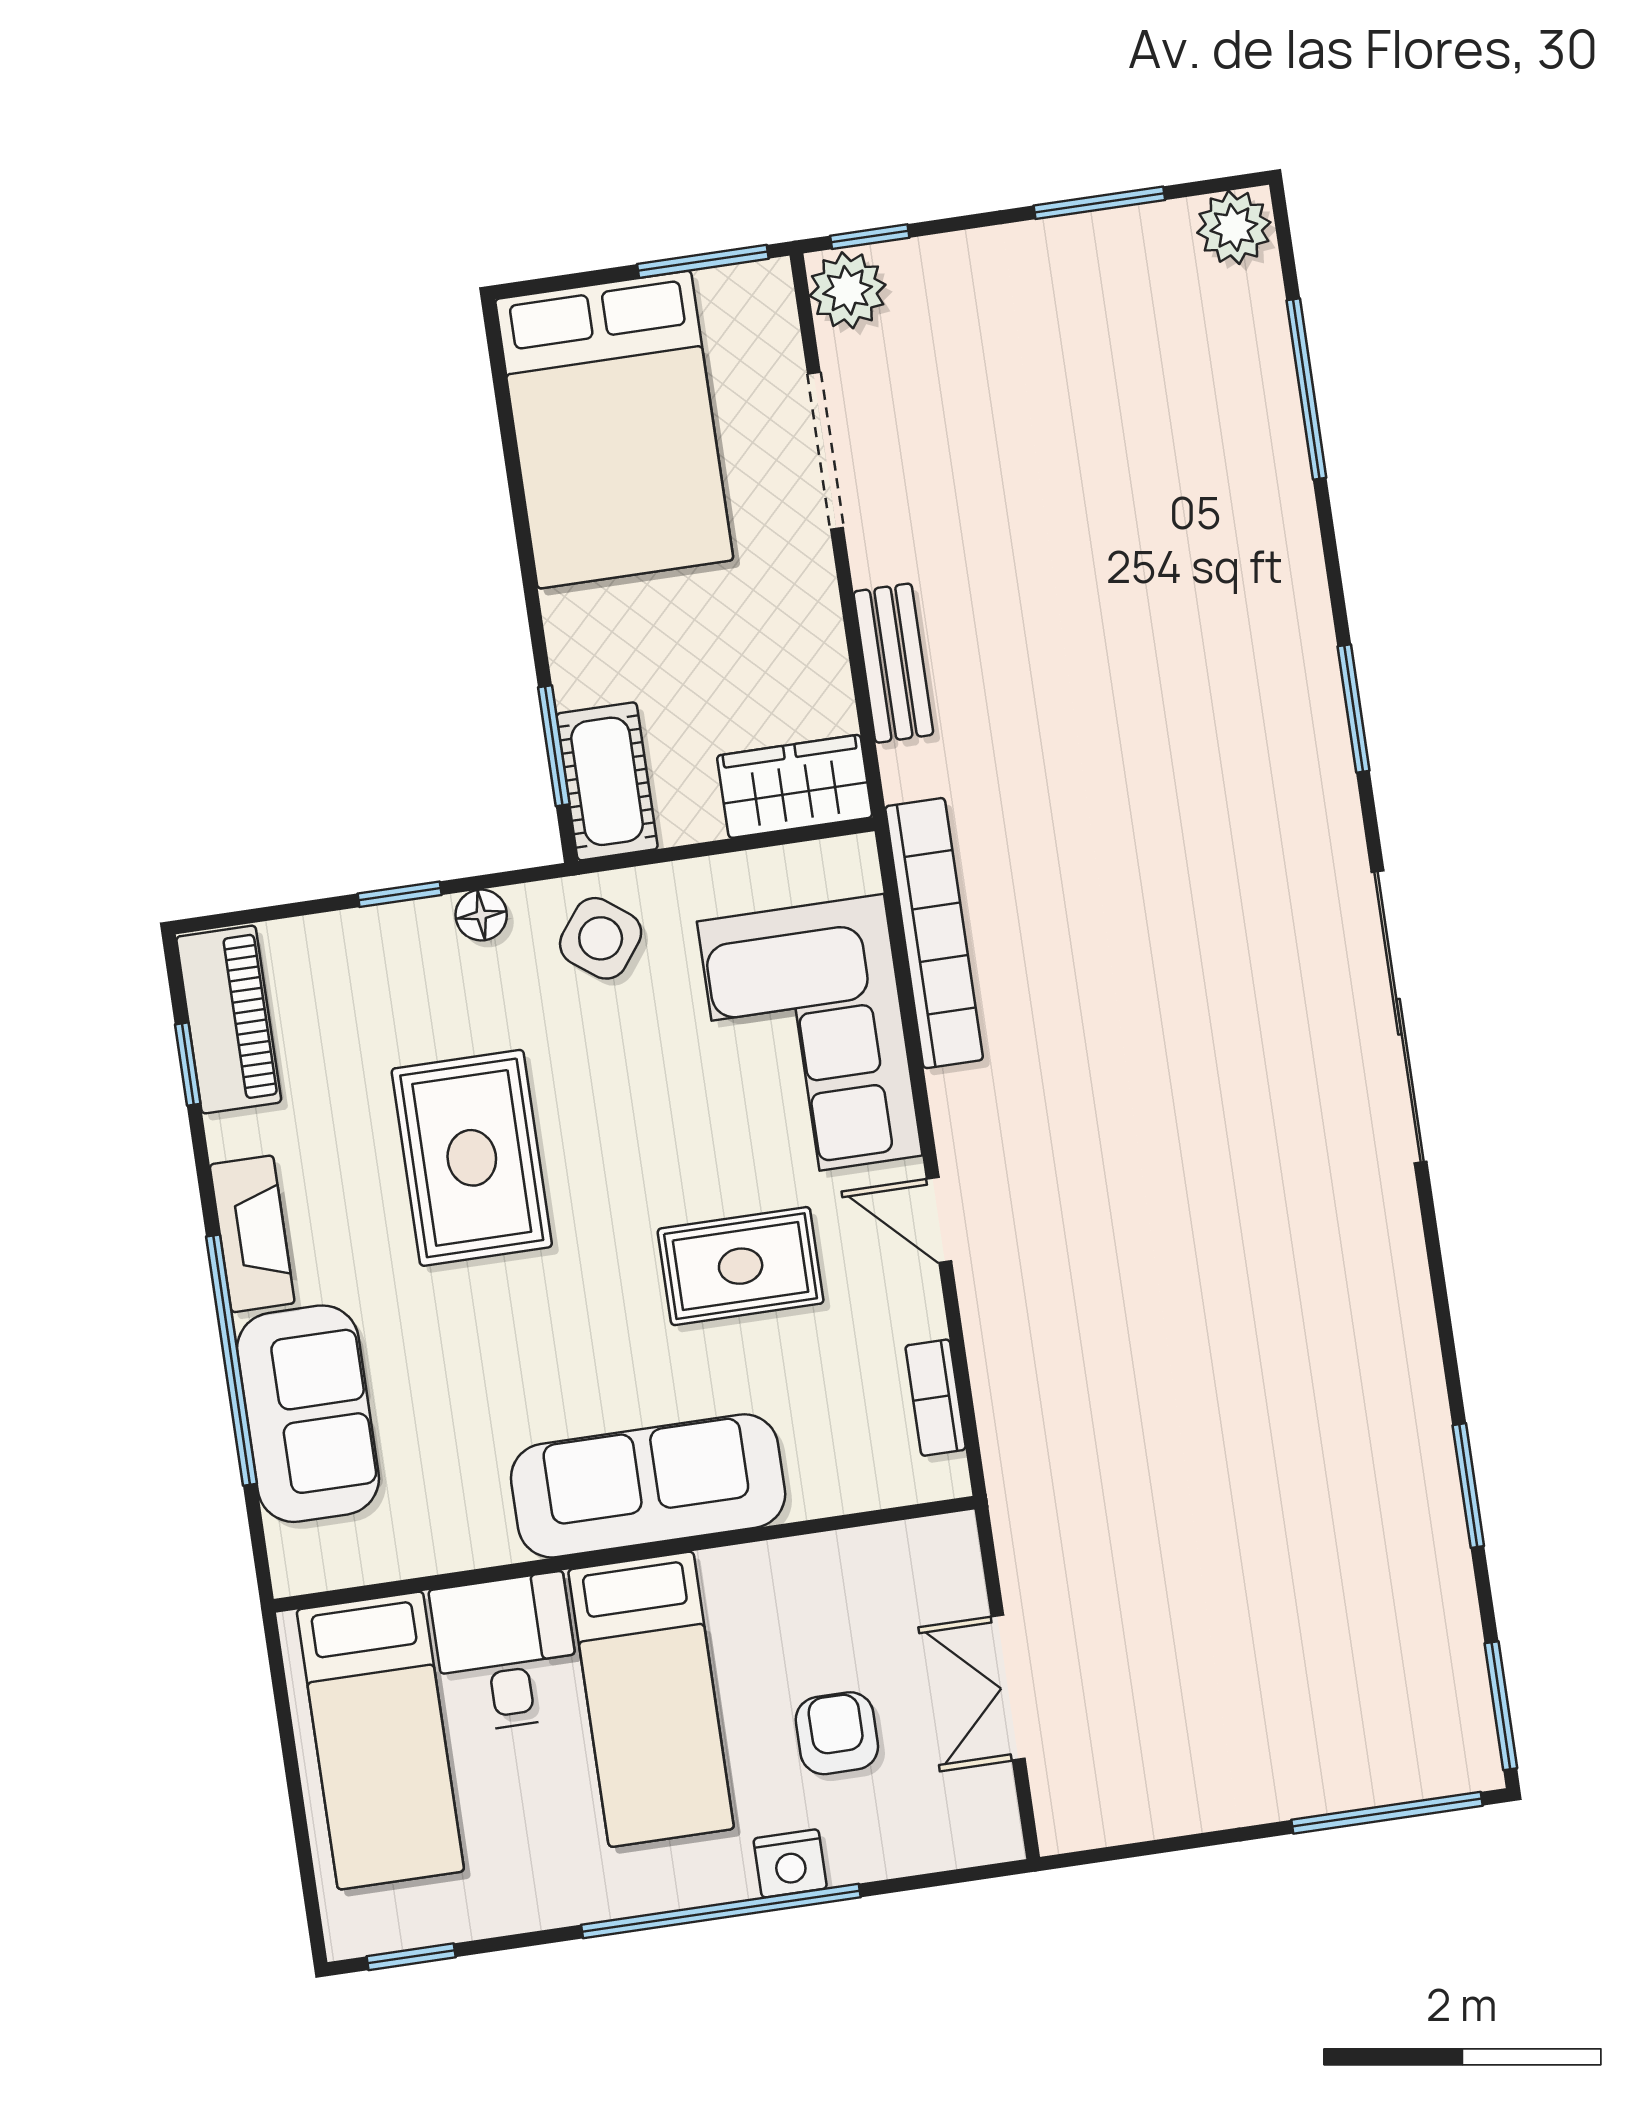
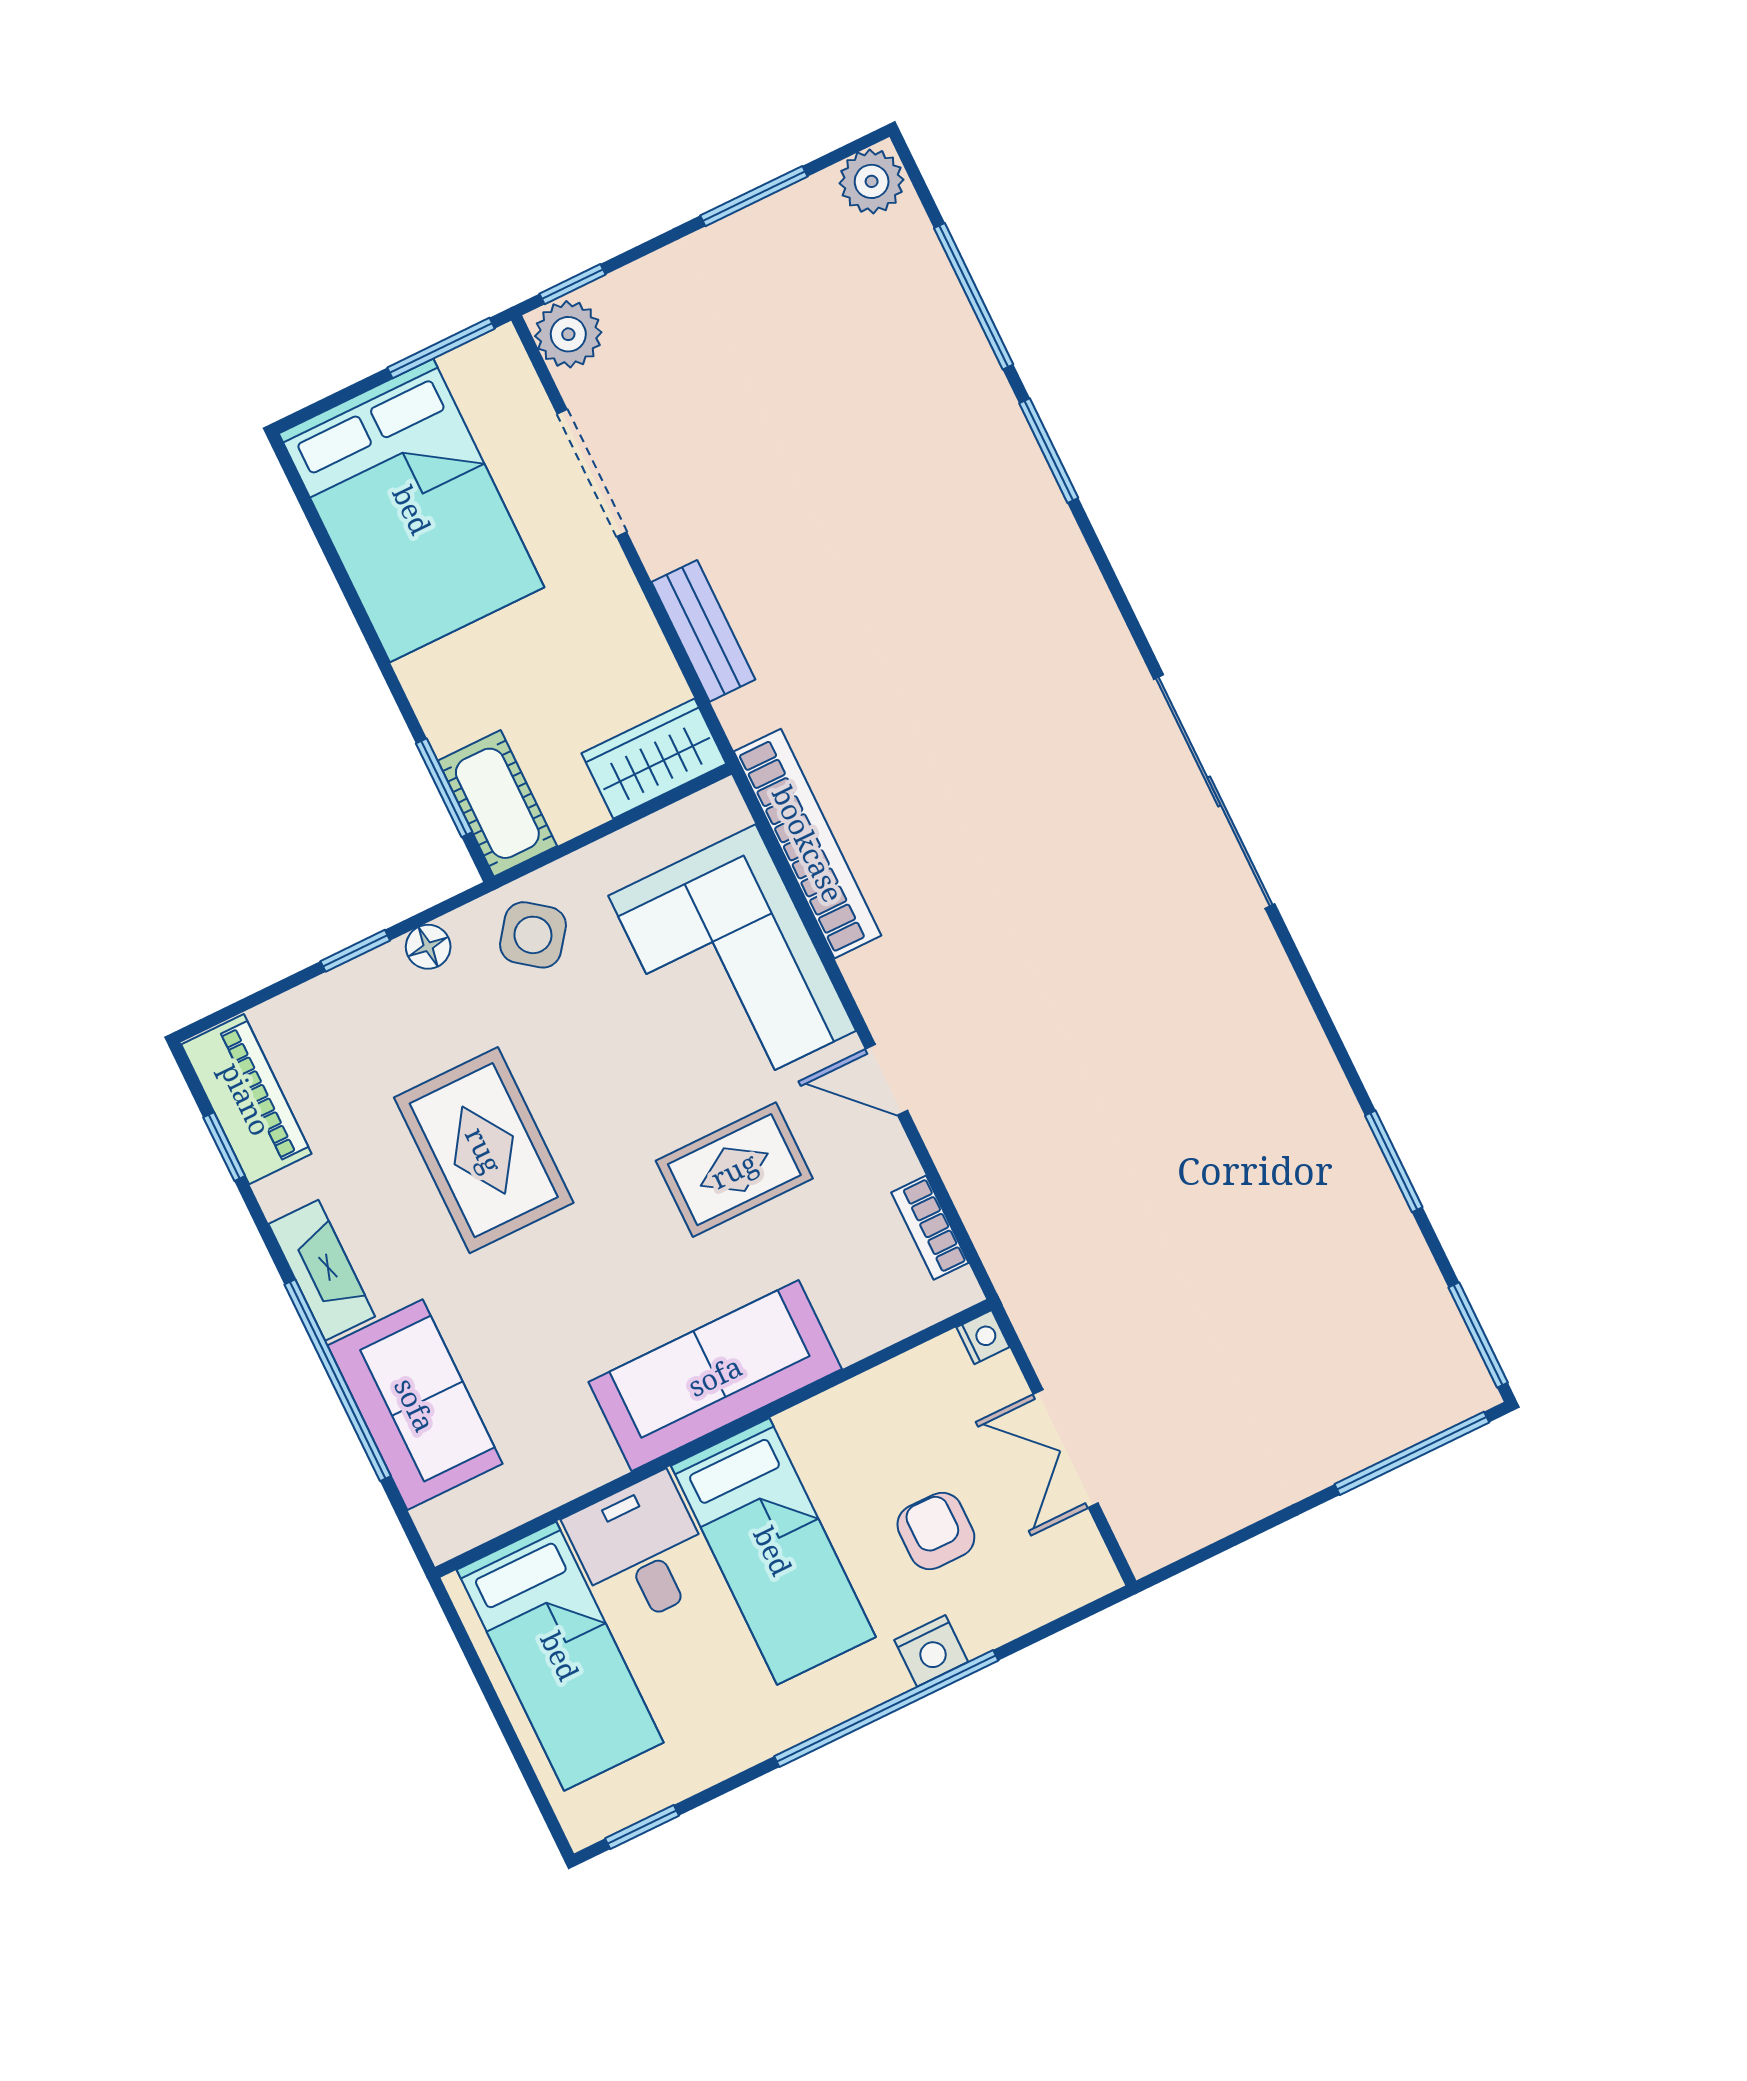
window: (1354, 708) -> (1049, 451), moved
nightstand: (956, 1536) -> (983, 1337), added

